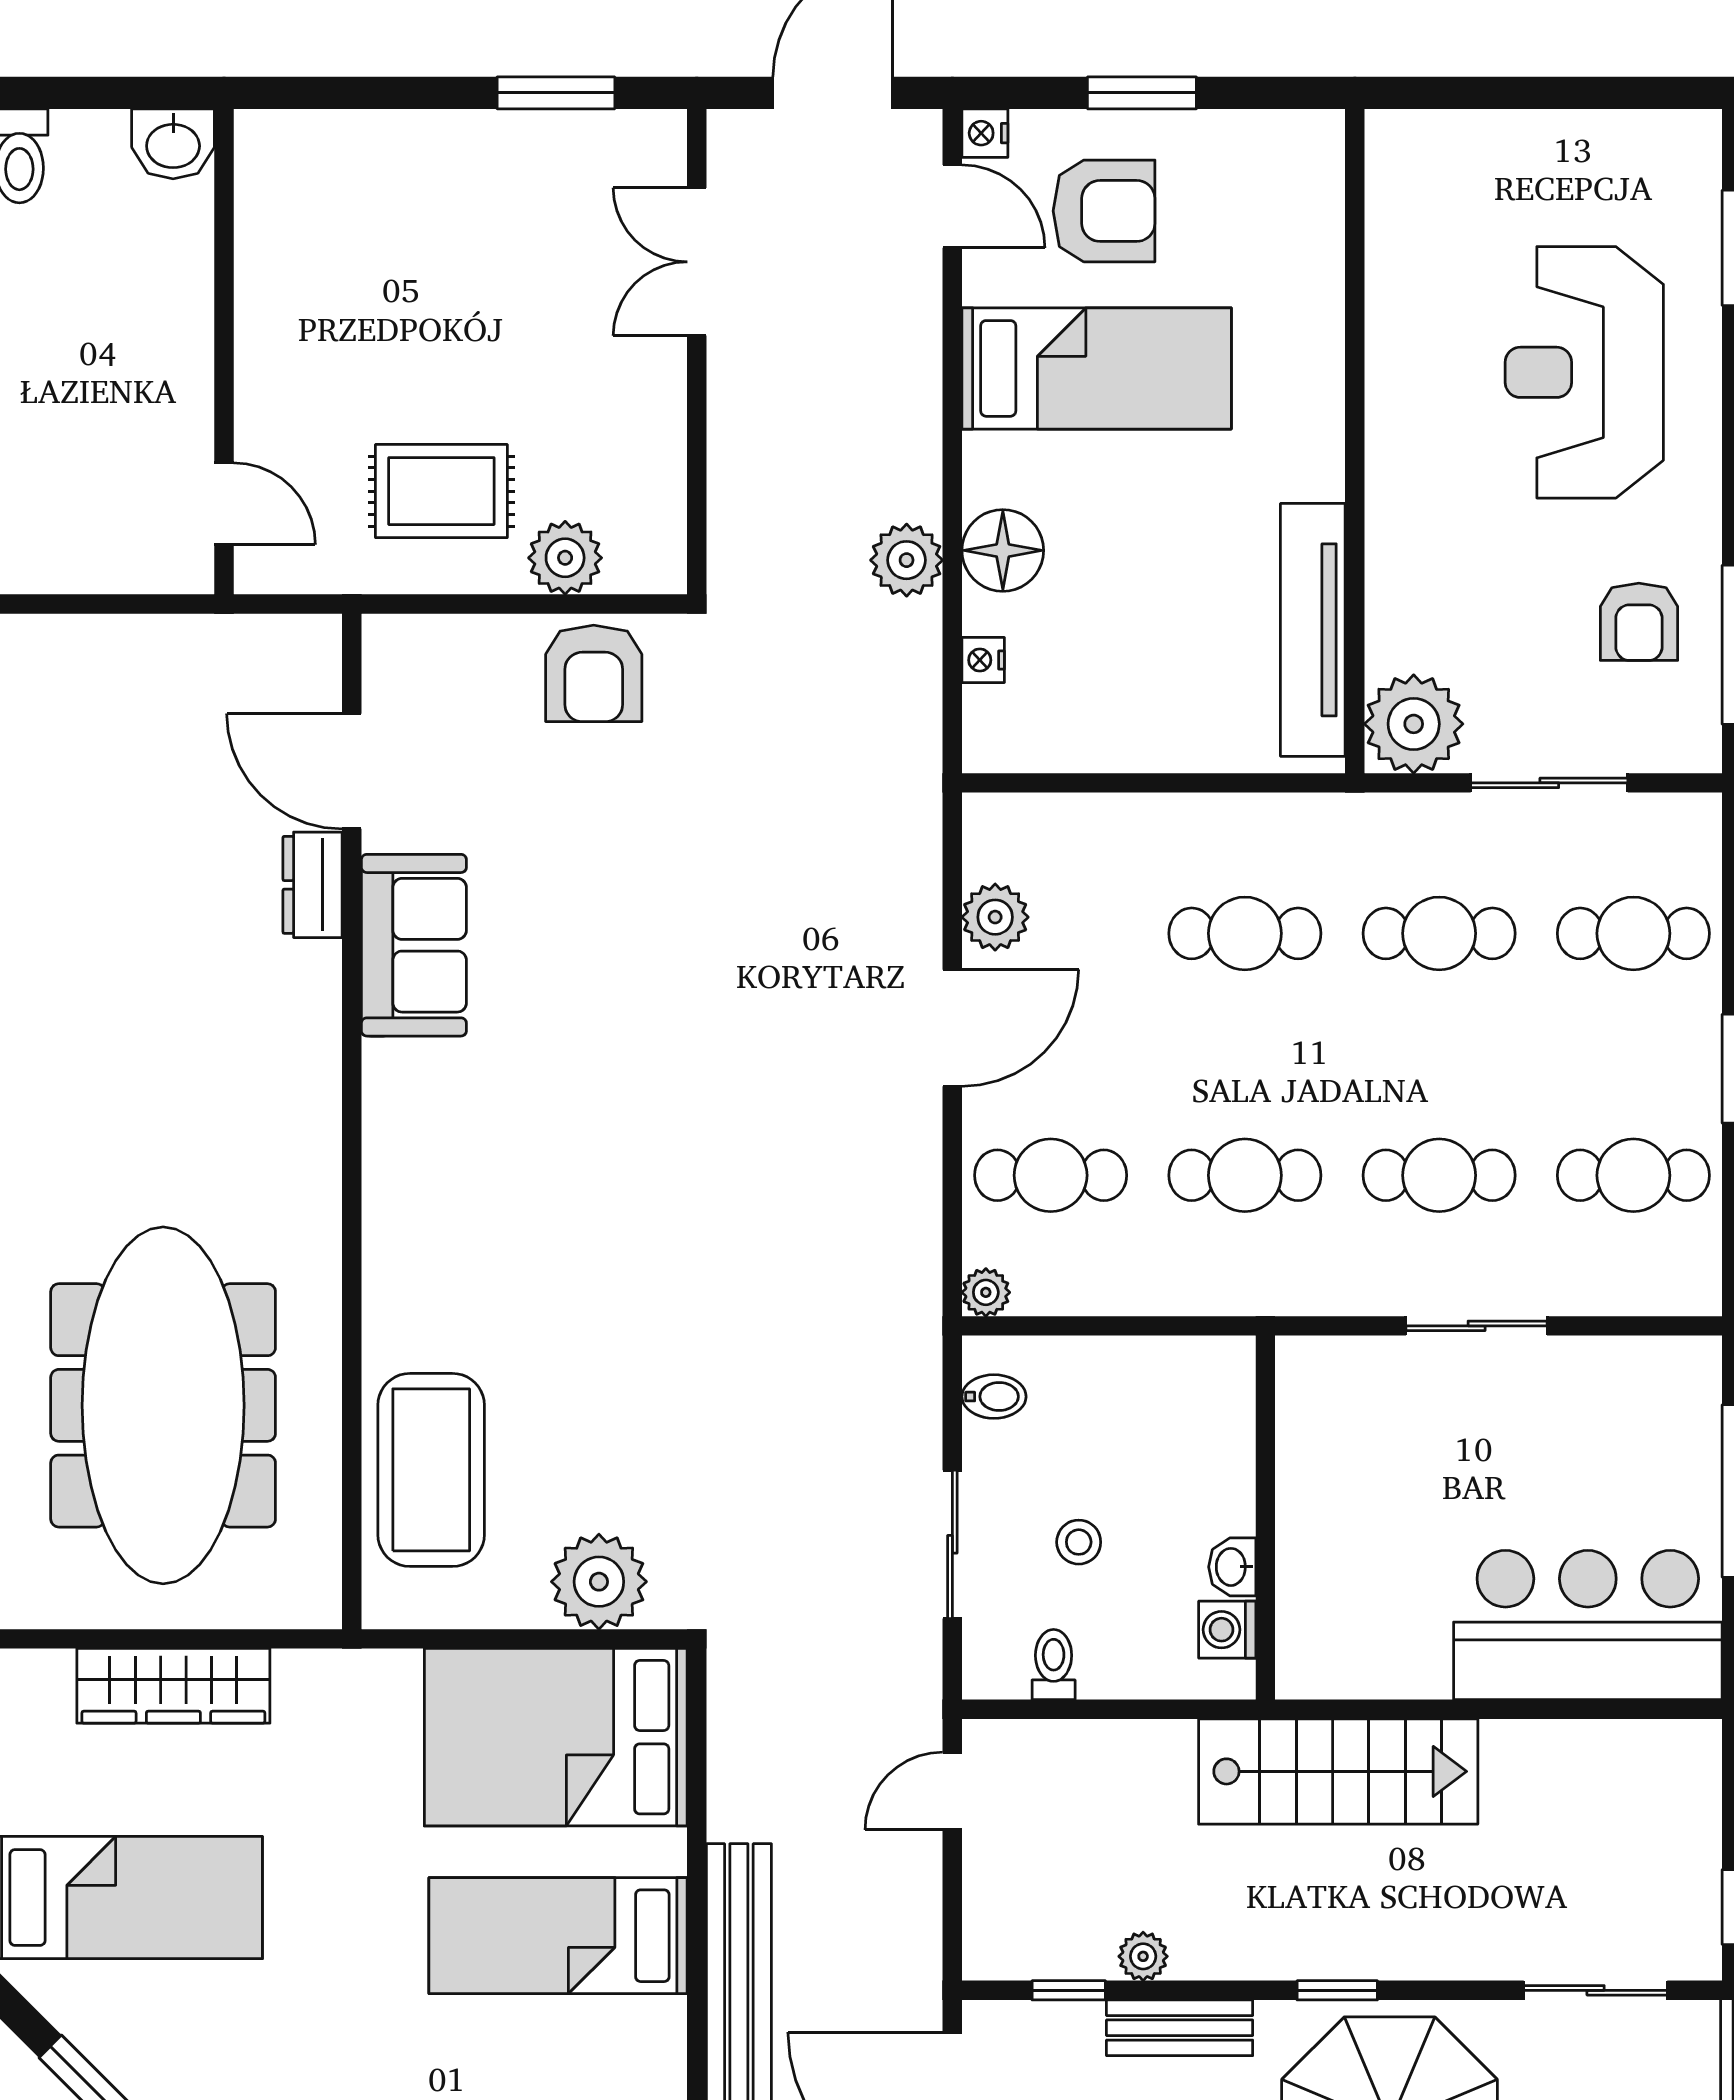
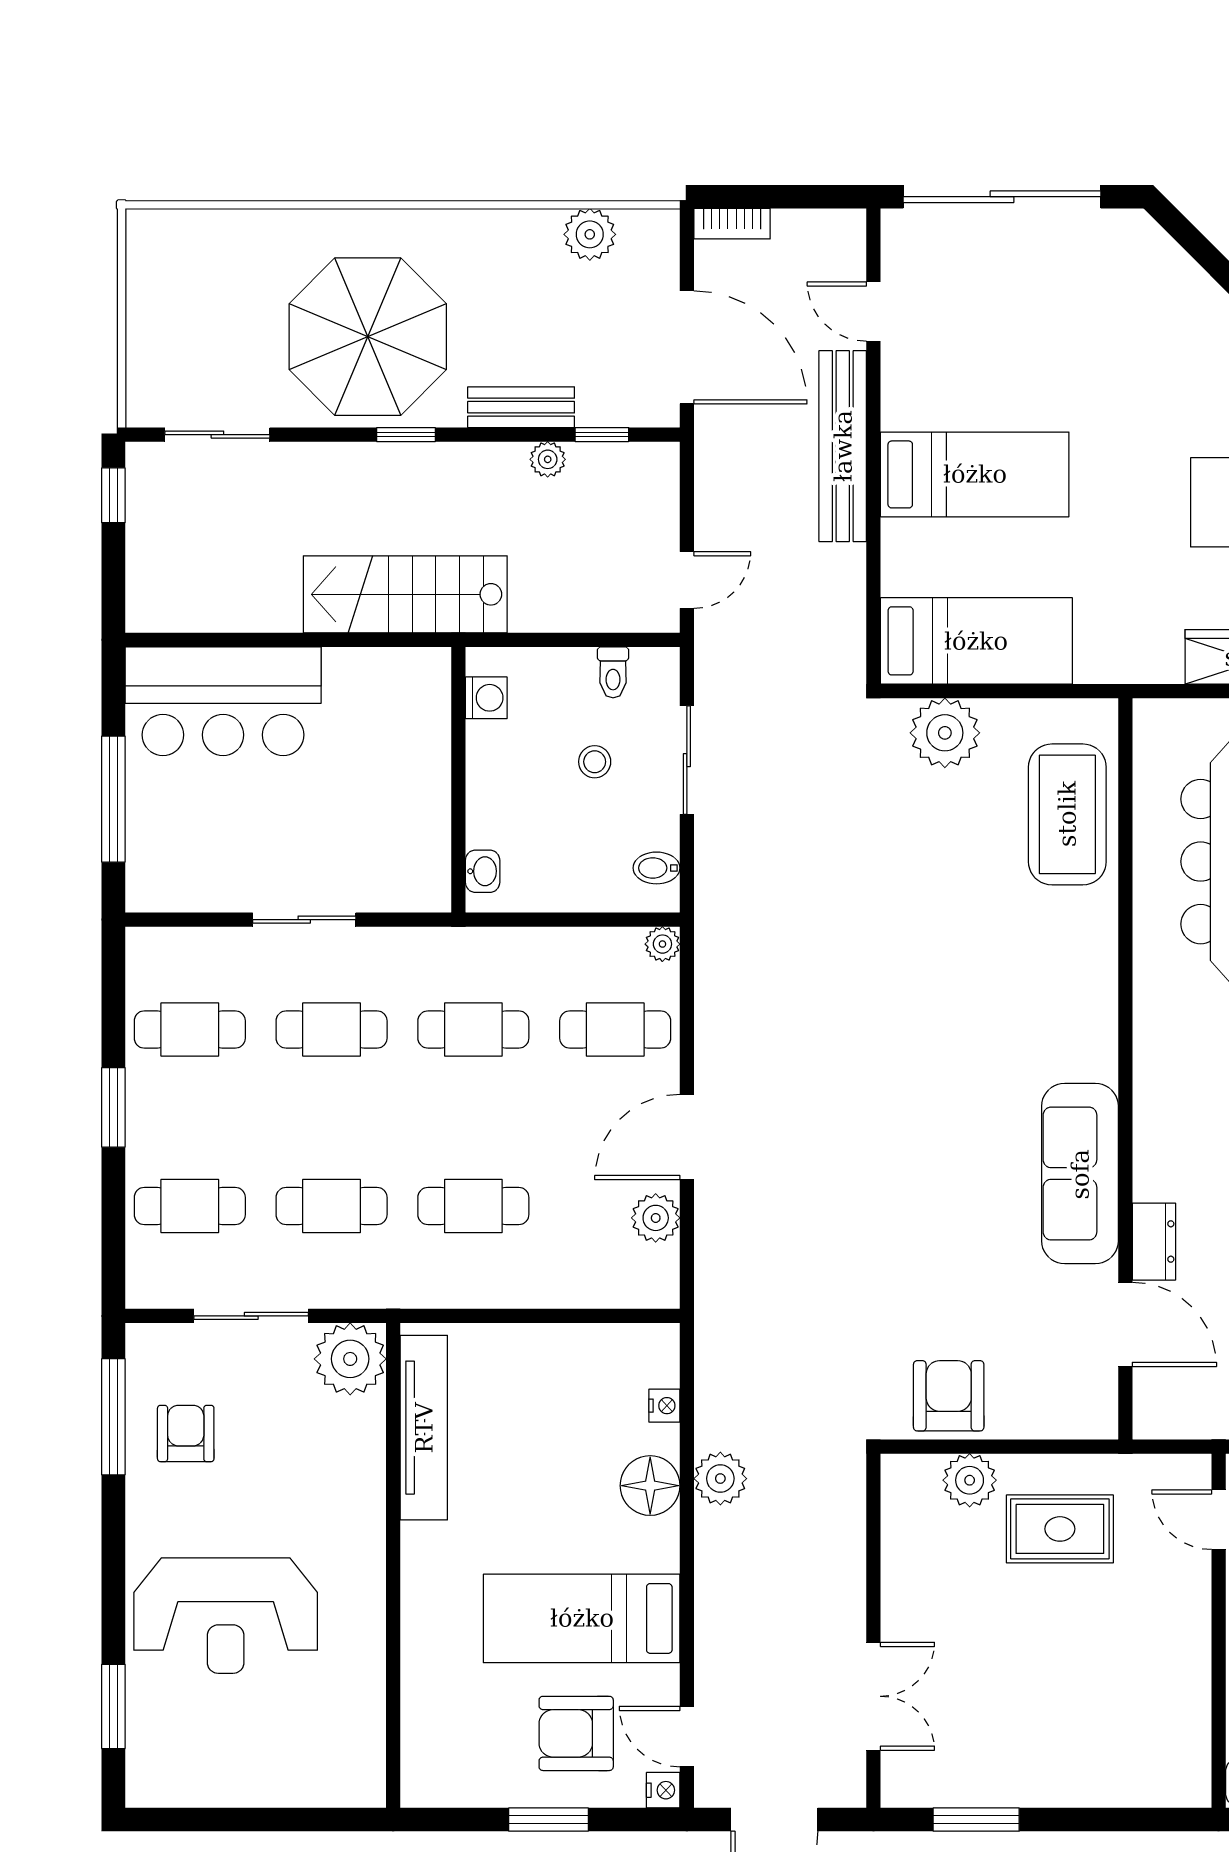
reception desk: (1584, 372) -> (226, 1616), turned 90
sofa: (414, 945) -> (1080, 1174), width x1.36
washbasin: (1232, 1567) -> (483, 871), moved
bed: (556, 1737) -> (976, 641), width x0.67

